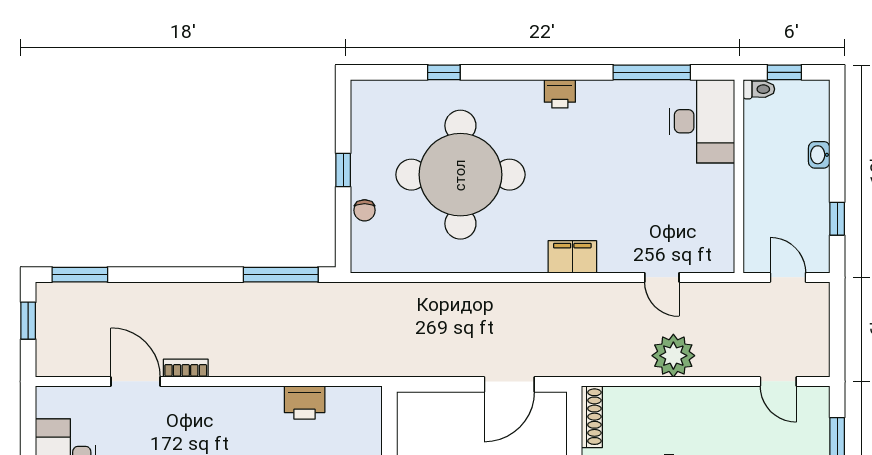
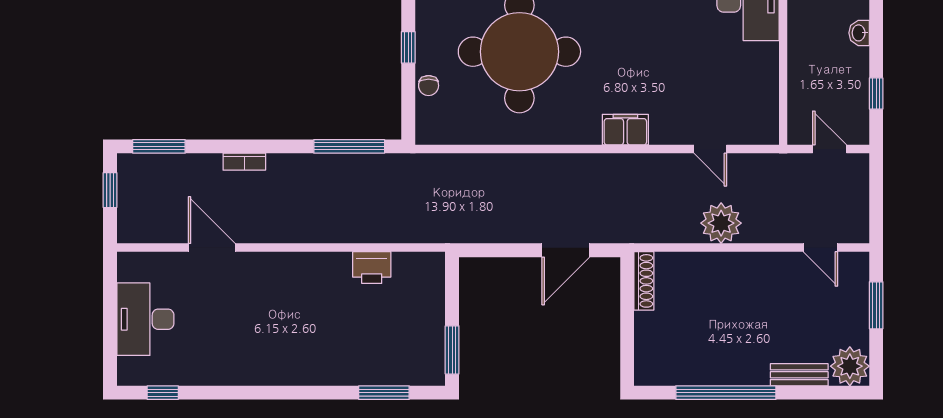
bookcase: (186, 368) -> (244, 162), moved, turned 180

